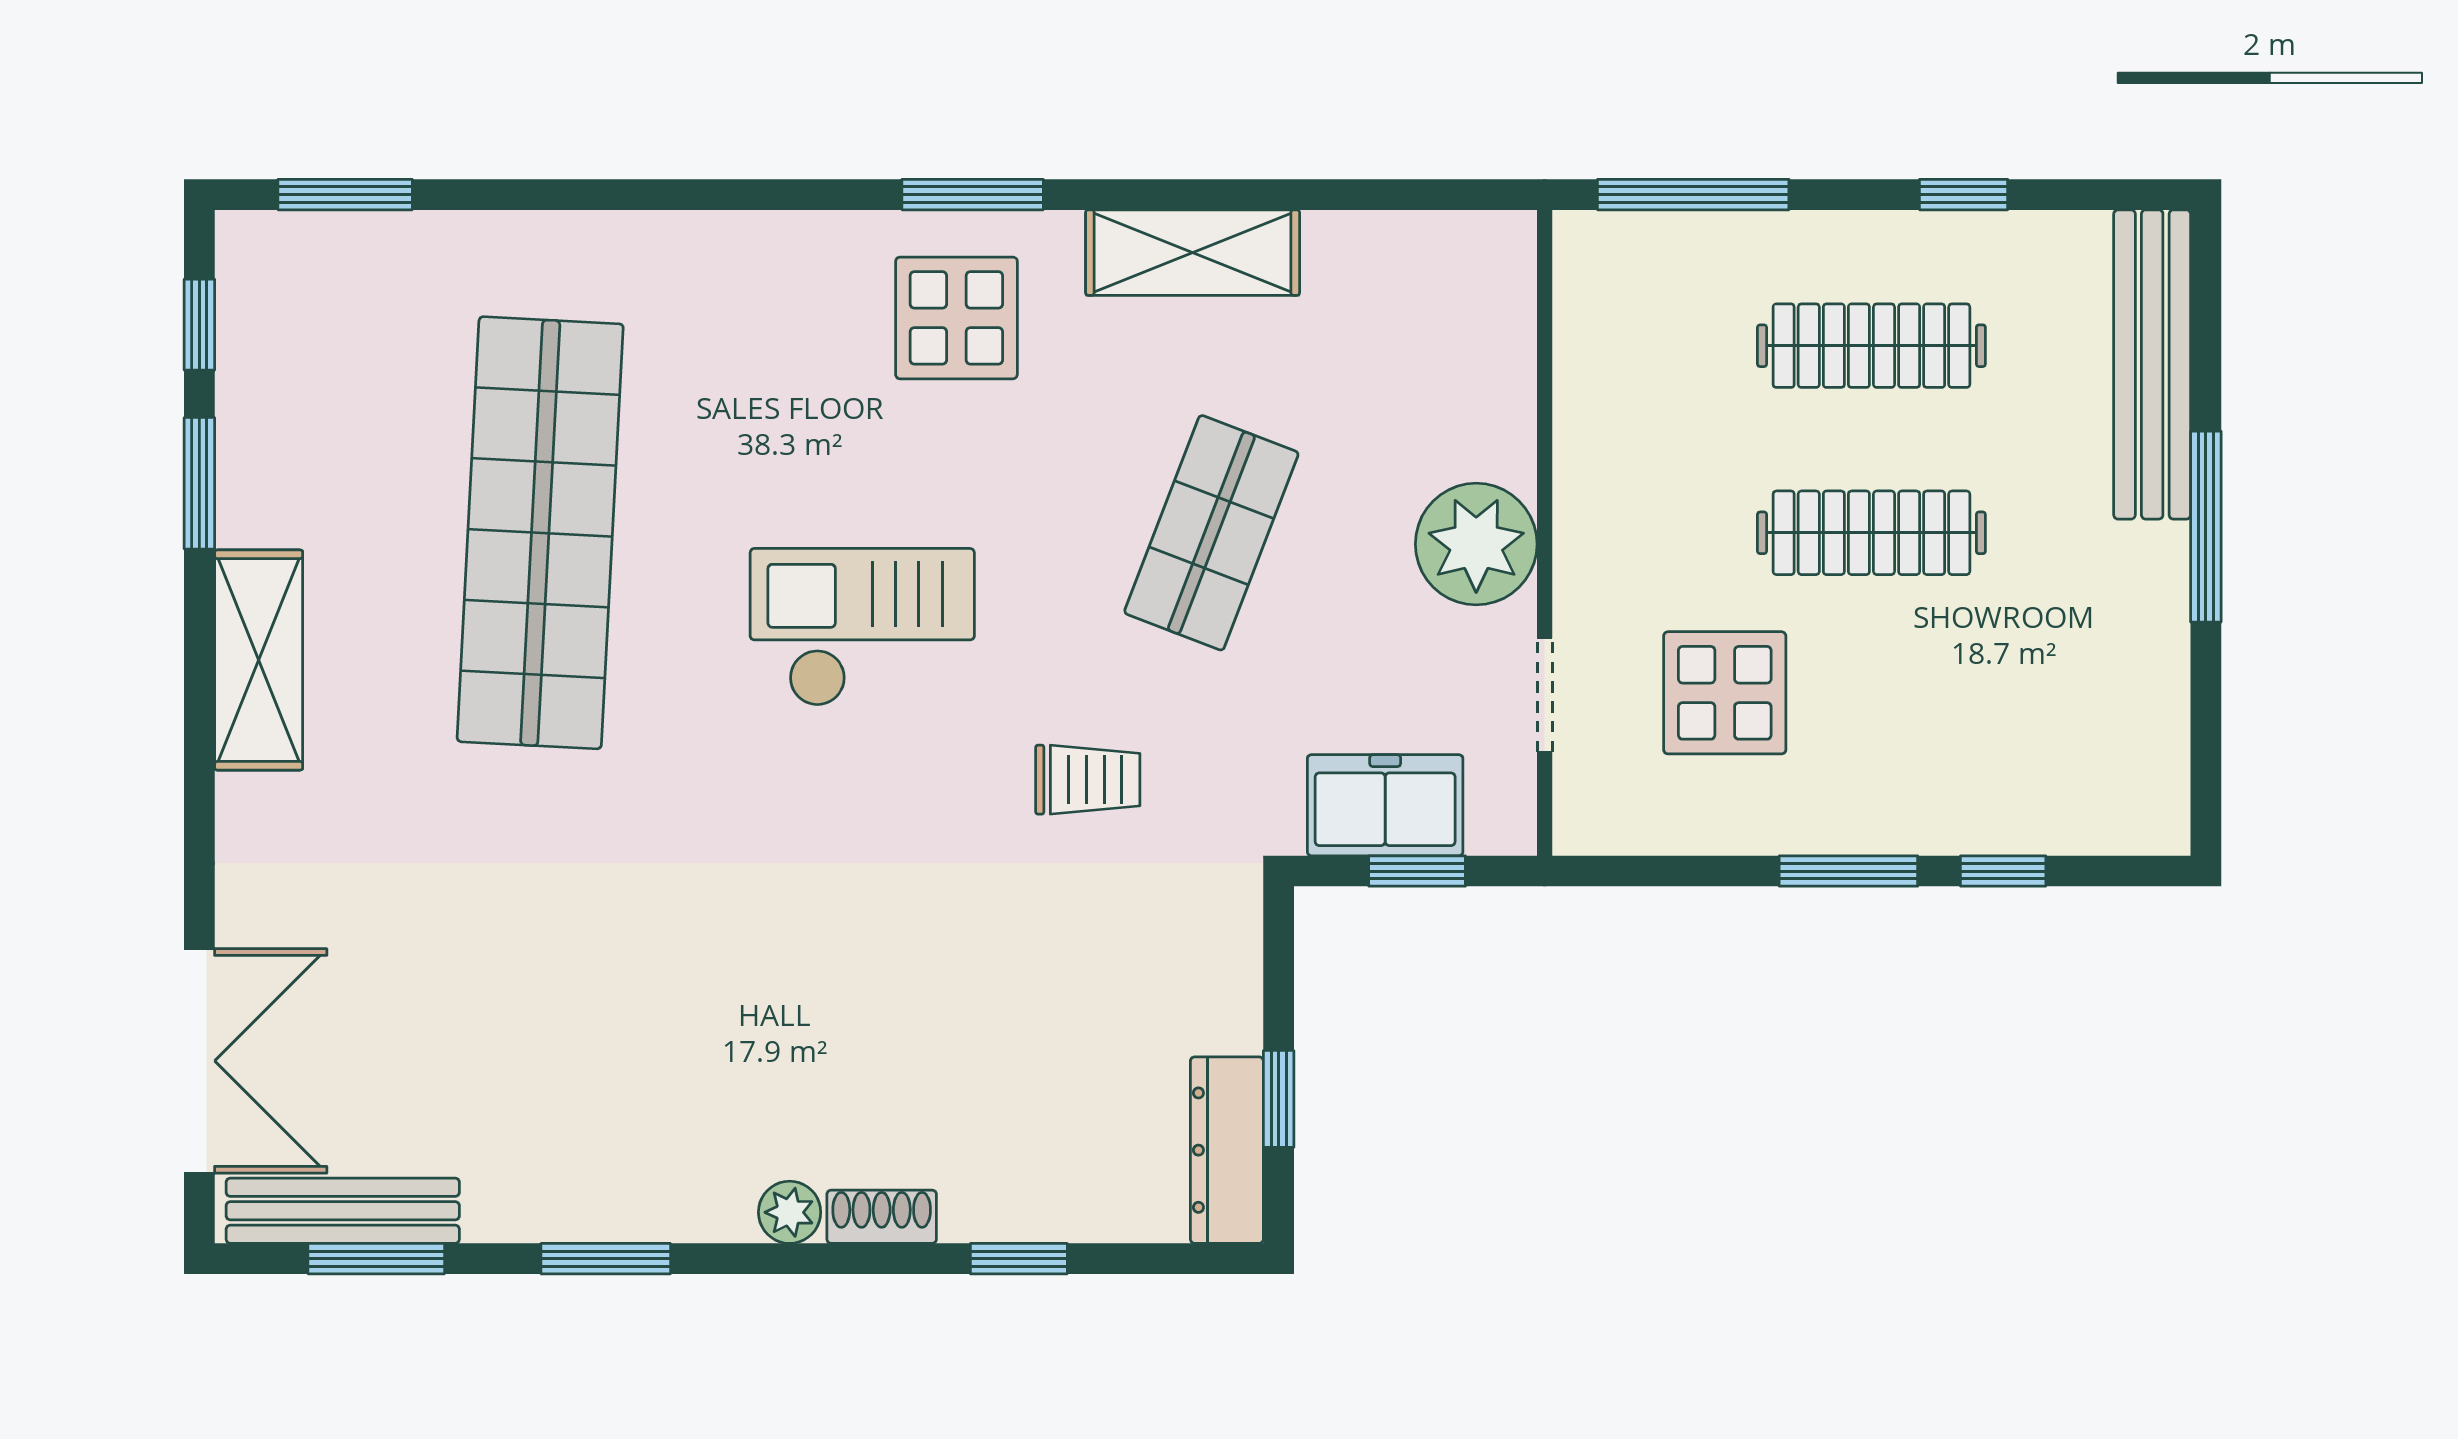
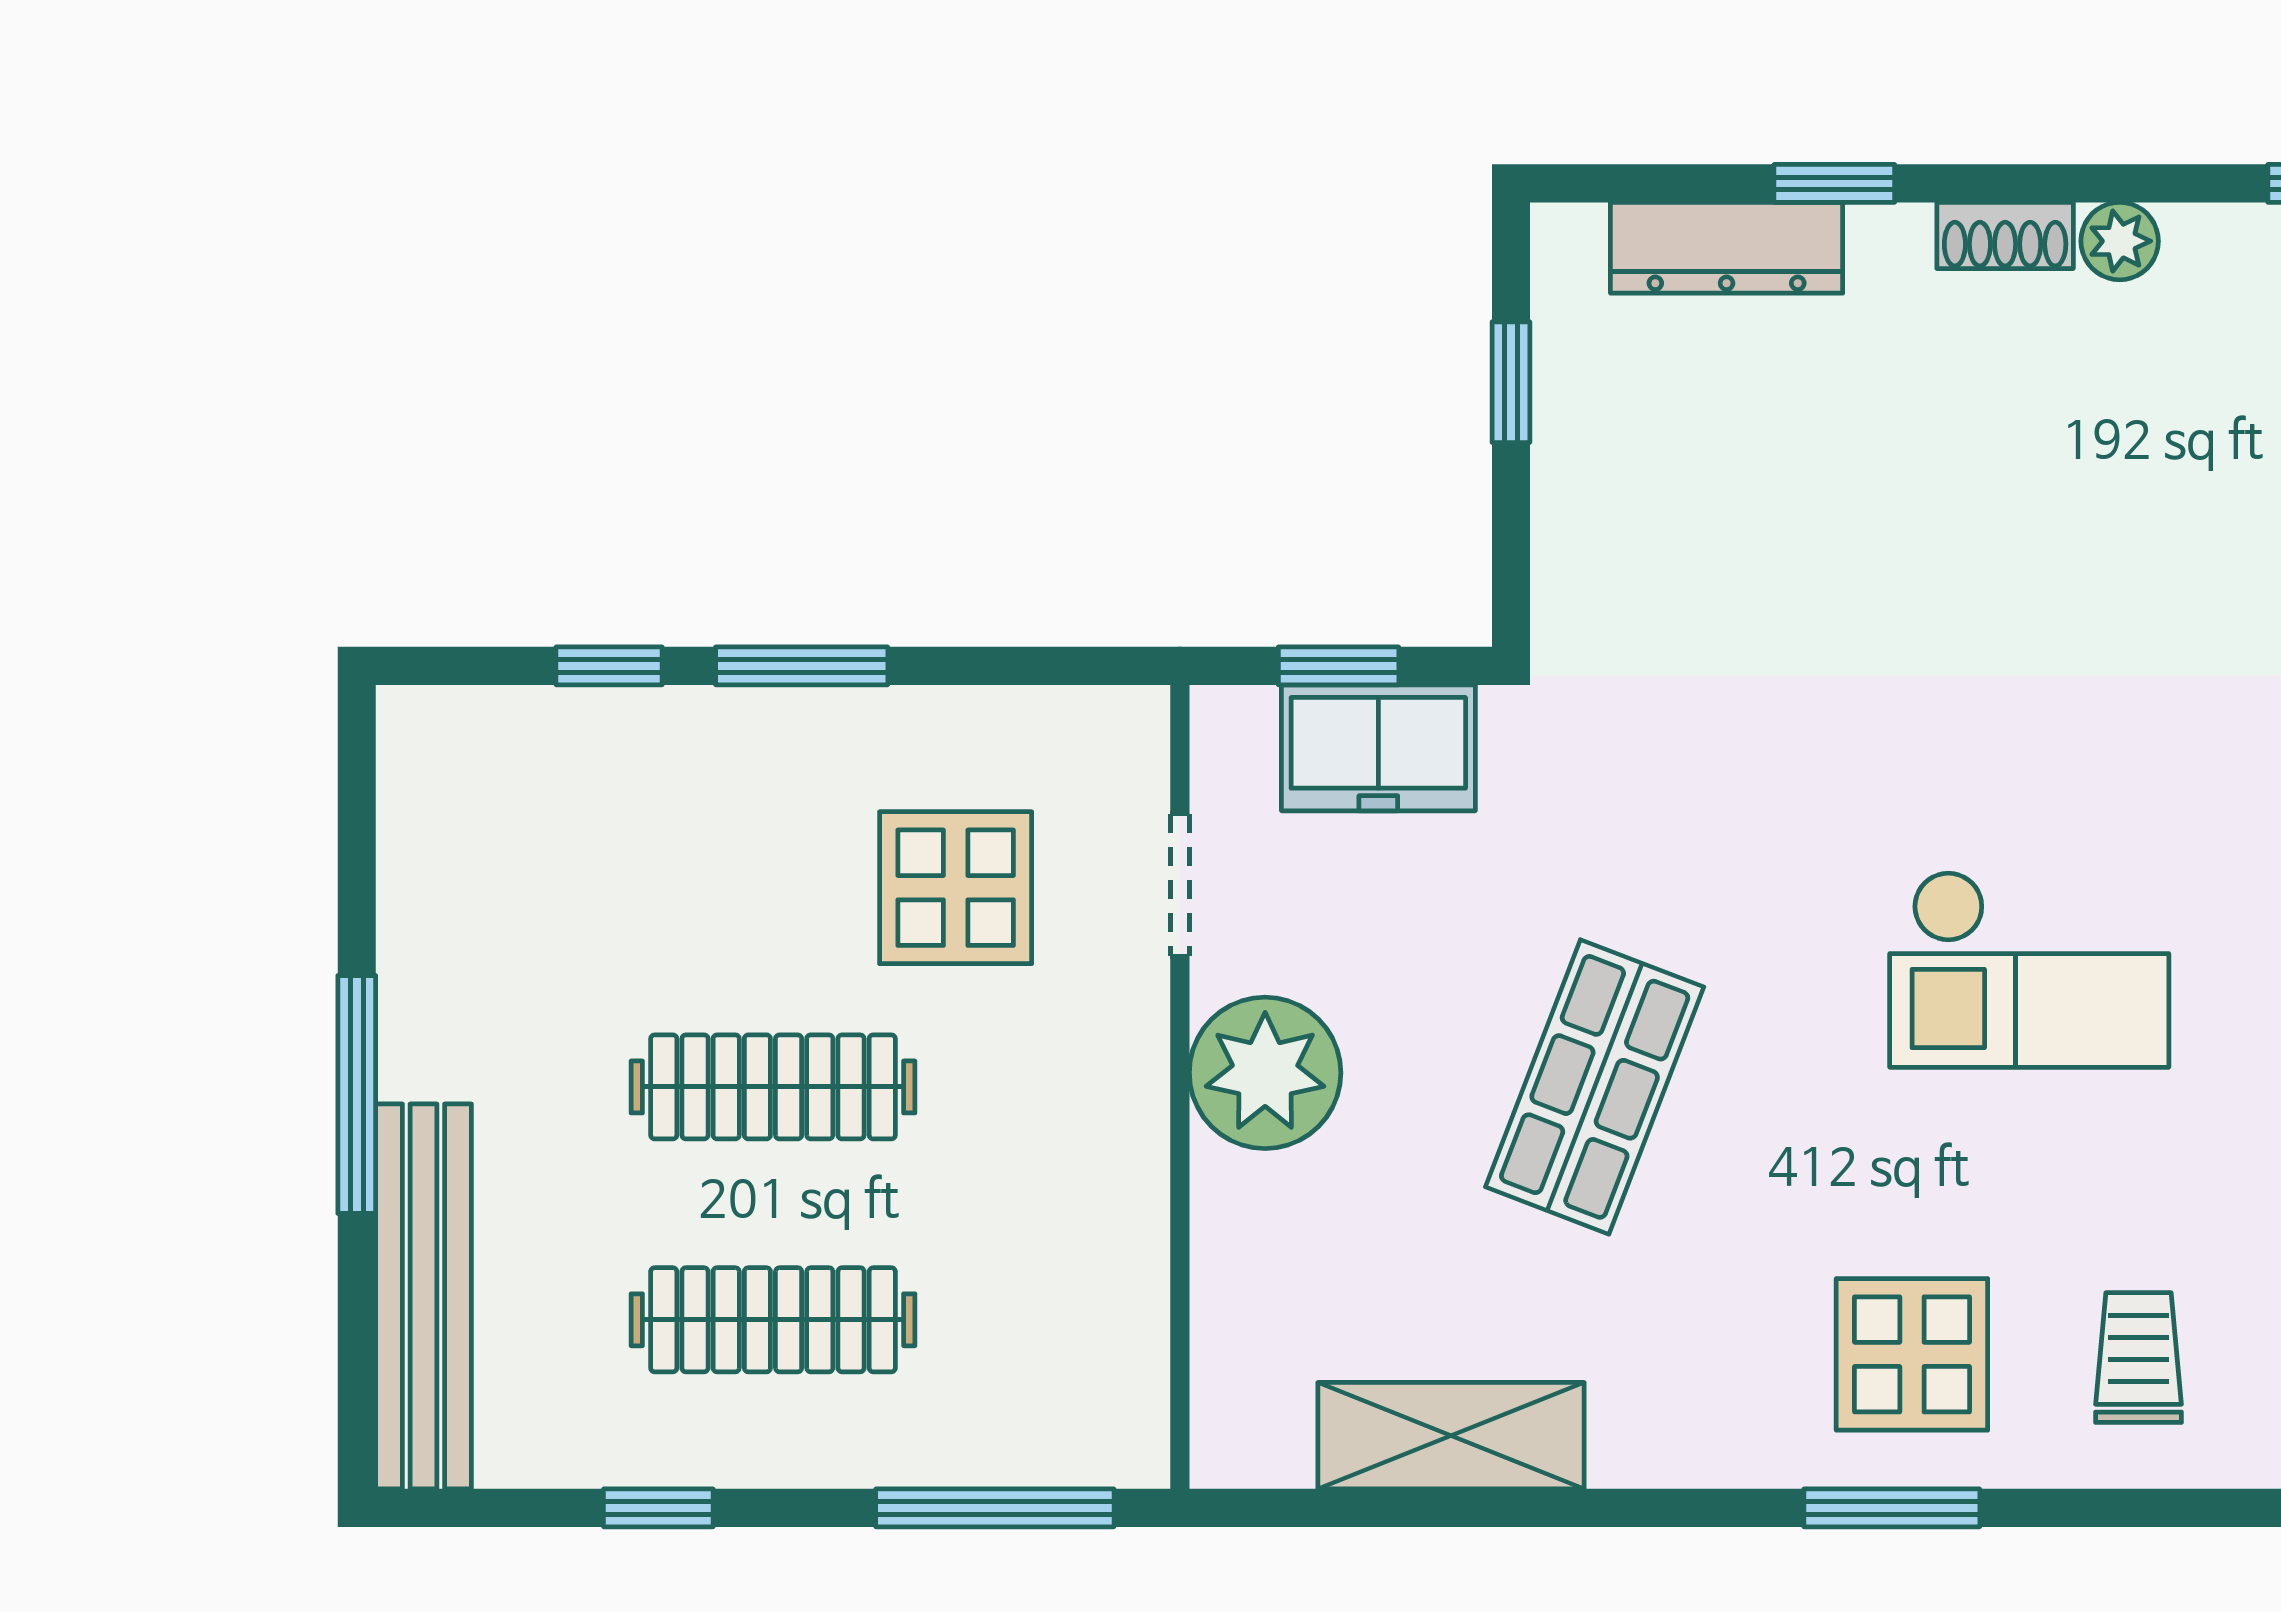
shelving: (1193, 253) -> (1451, 1436), moved
trolley: (1088, 780) -> (2138, 1358), moved, turned 90
dresser: (1227, 1150) -> (1727, 248), moved, turned 90

